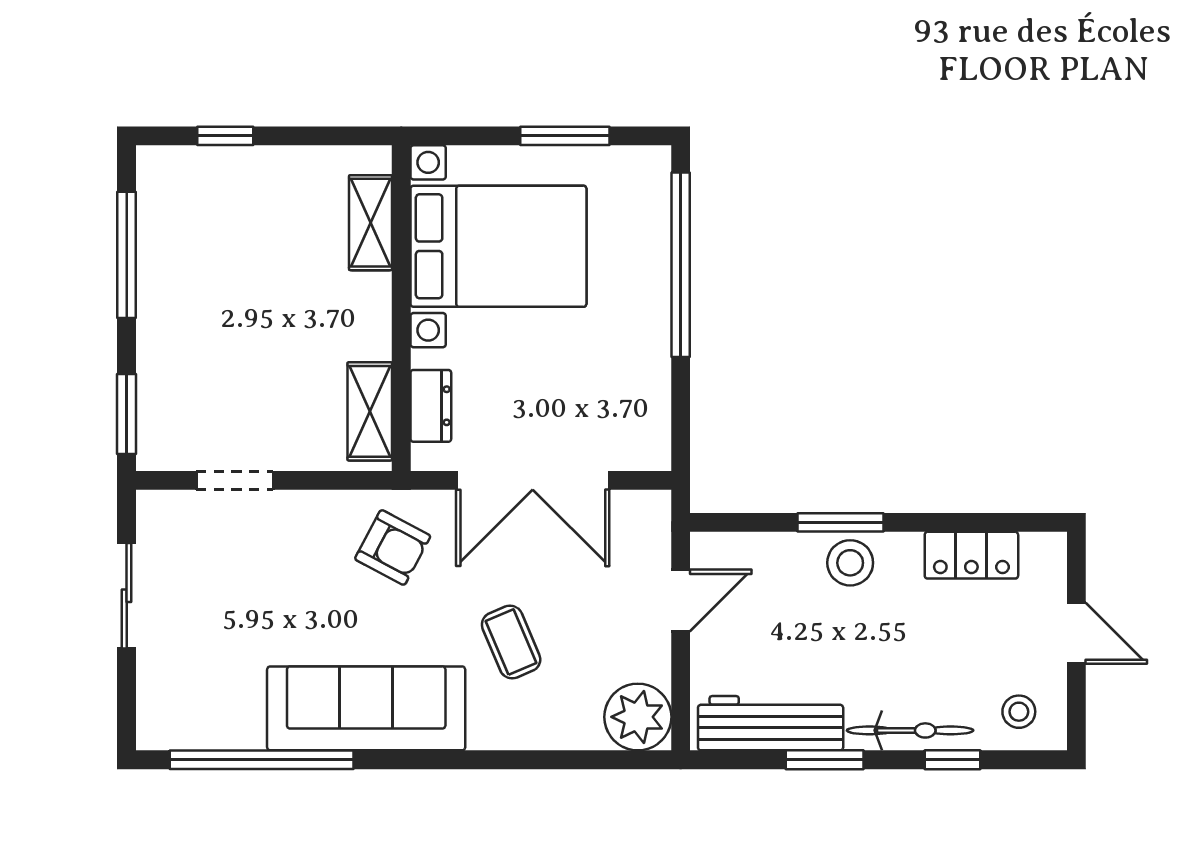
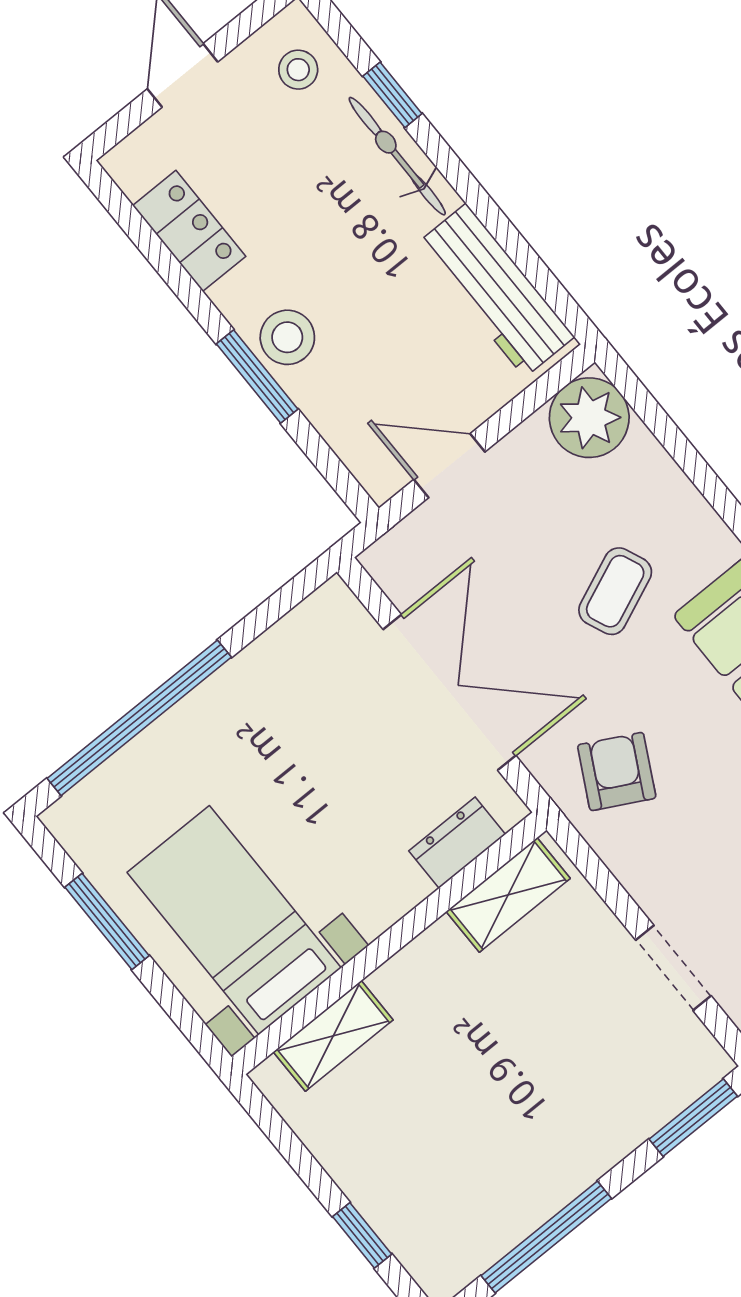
bed with nightstands: (498, 246) -> (234, 920), width x0.73
window: (825, 760) -> (488, 213), removed

